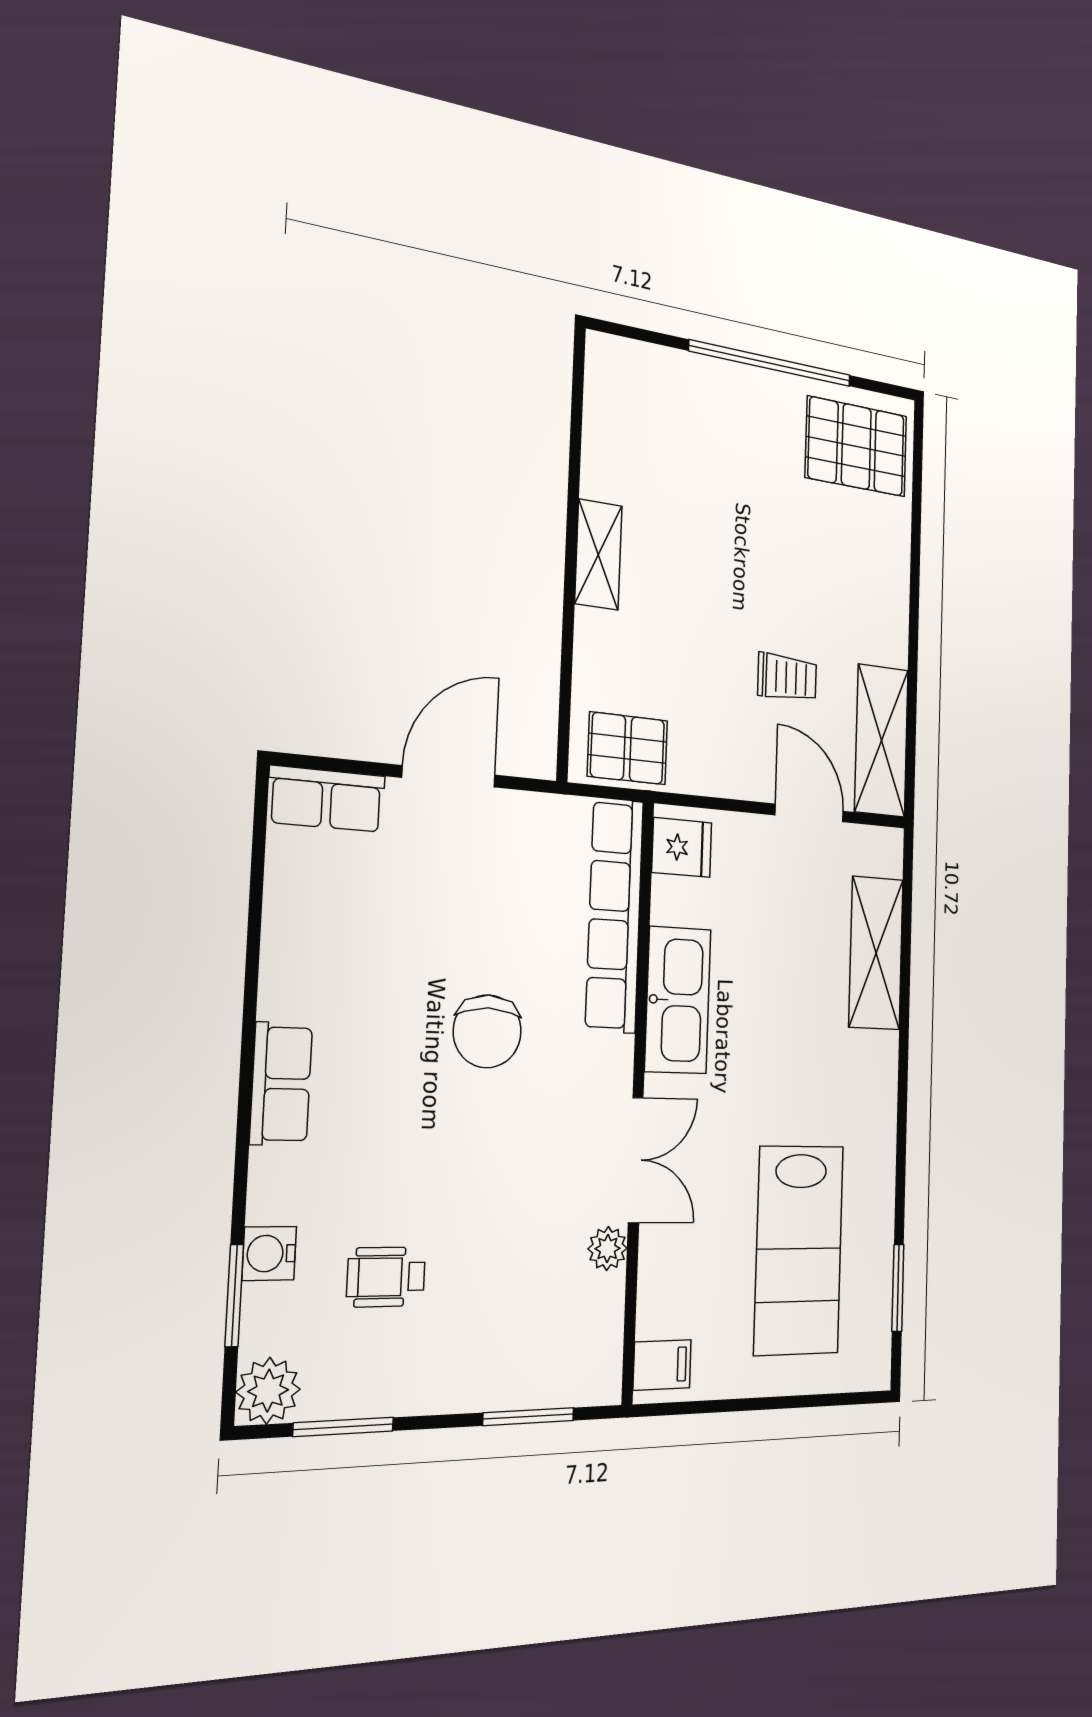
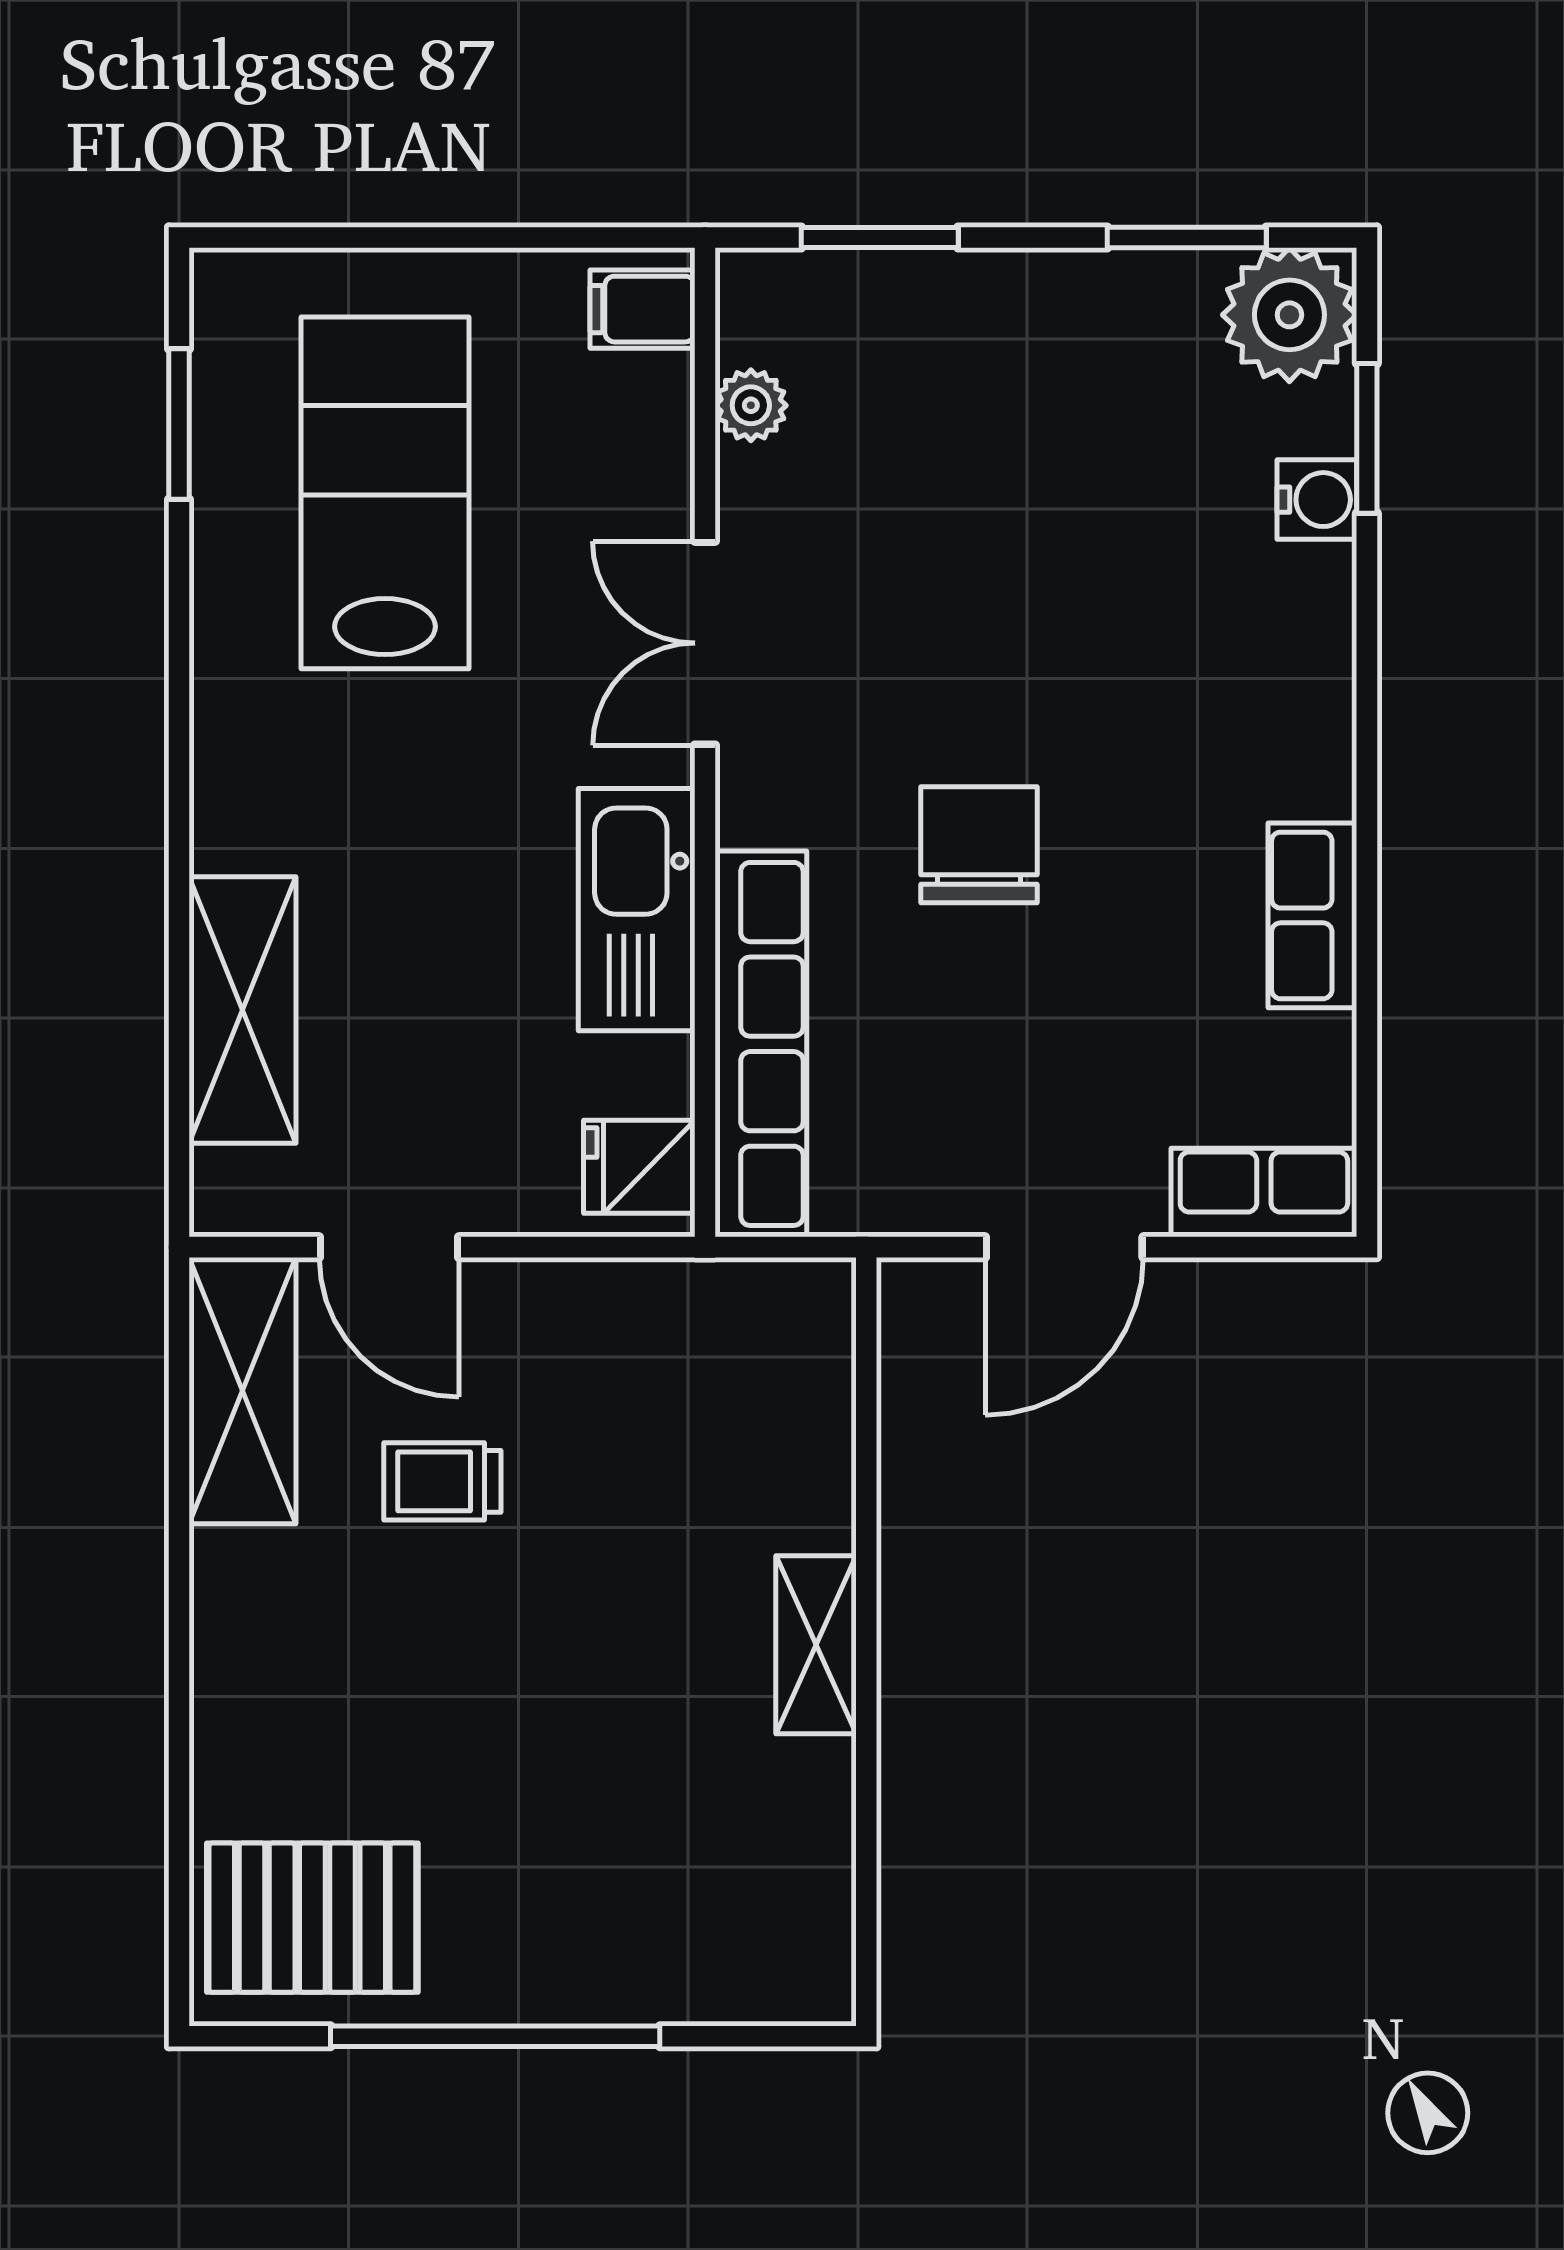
pallet: (628, 748) -> (748, 1325), removed
row of seats: (281, 1084) -> (1312, 915), moved
plant: (608, 1248) -> (751, 405), moved
wheelchair: (386, 1277) -> (1130, 461), removed
plant: (268, 1391) -> (1289, 315), width x1.36, depth x1.36

